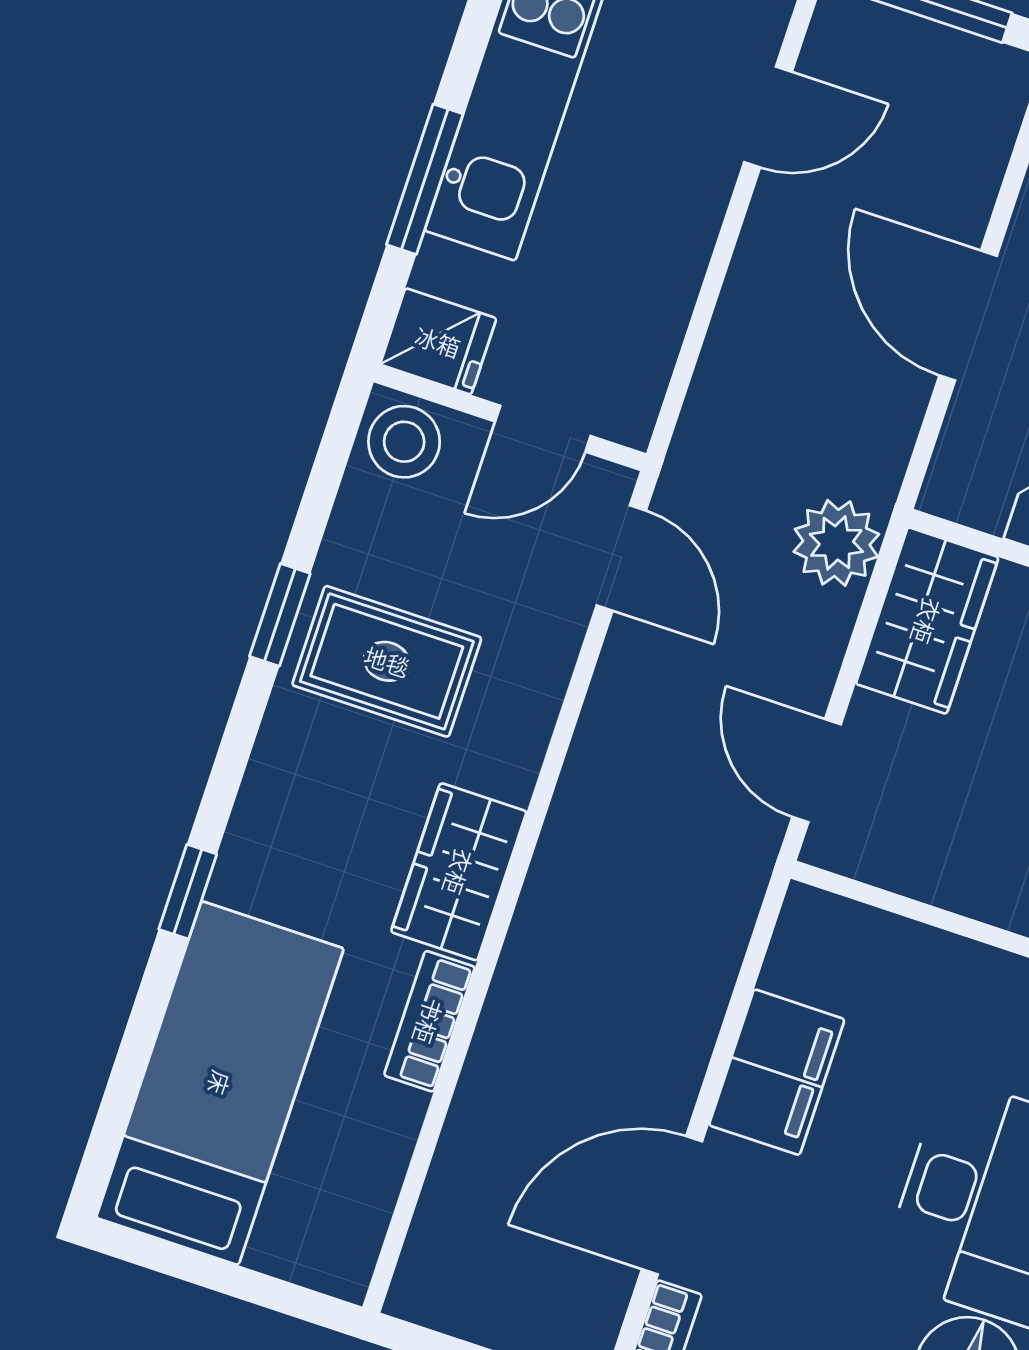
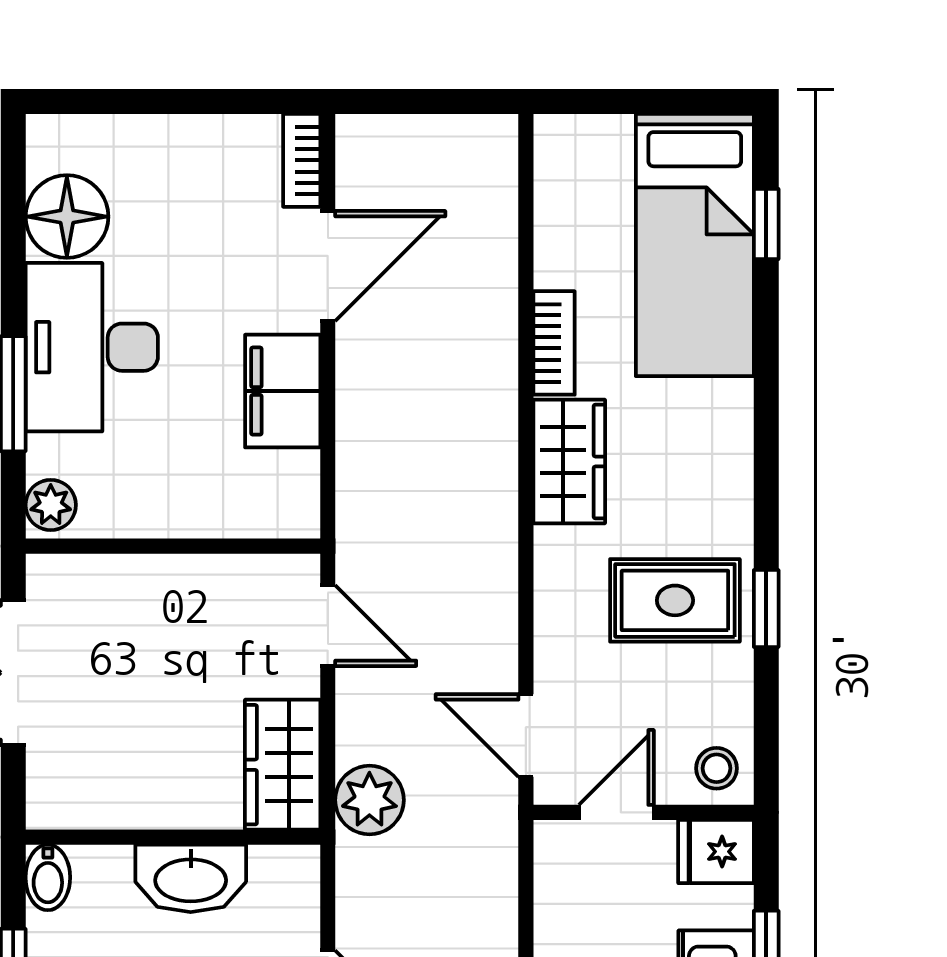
stool: (404, 442) -> (717, 768), width x0.73, depth x0.73
window: (188, 892) -> (766, 224), moved

